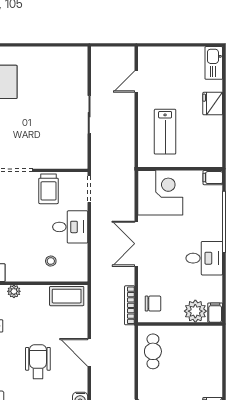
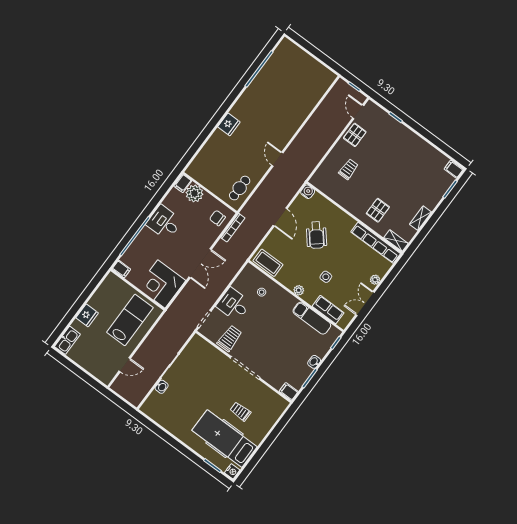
washbasin: (81, 87) -> (162, 387), added
lab bench: (165, 132) -> (130, 320), width x1.36, depth x1.39
wheelchair: (38, 362) -> (316, 235), turned -40

